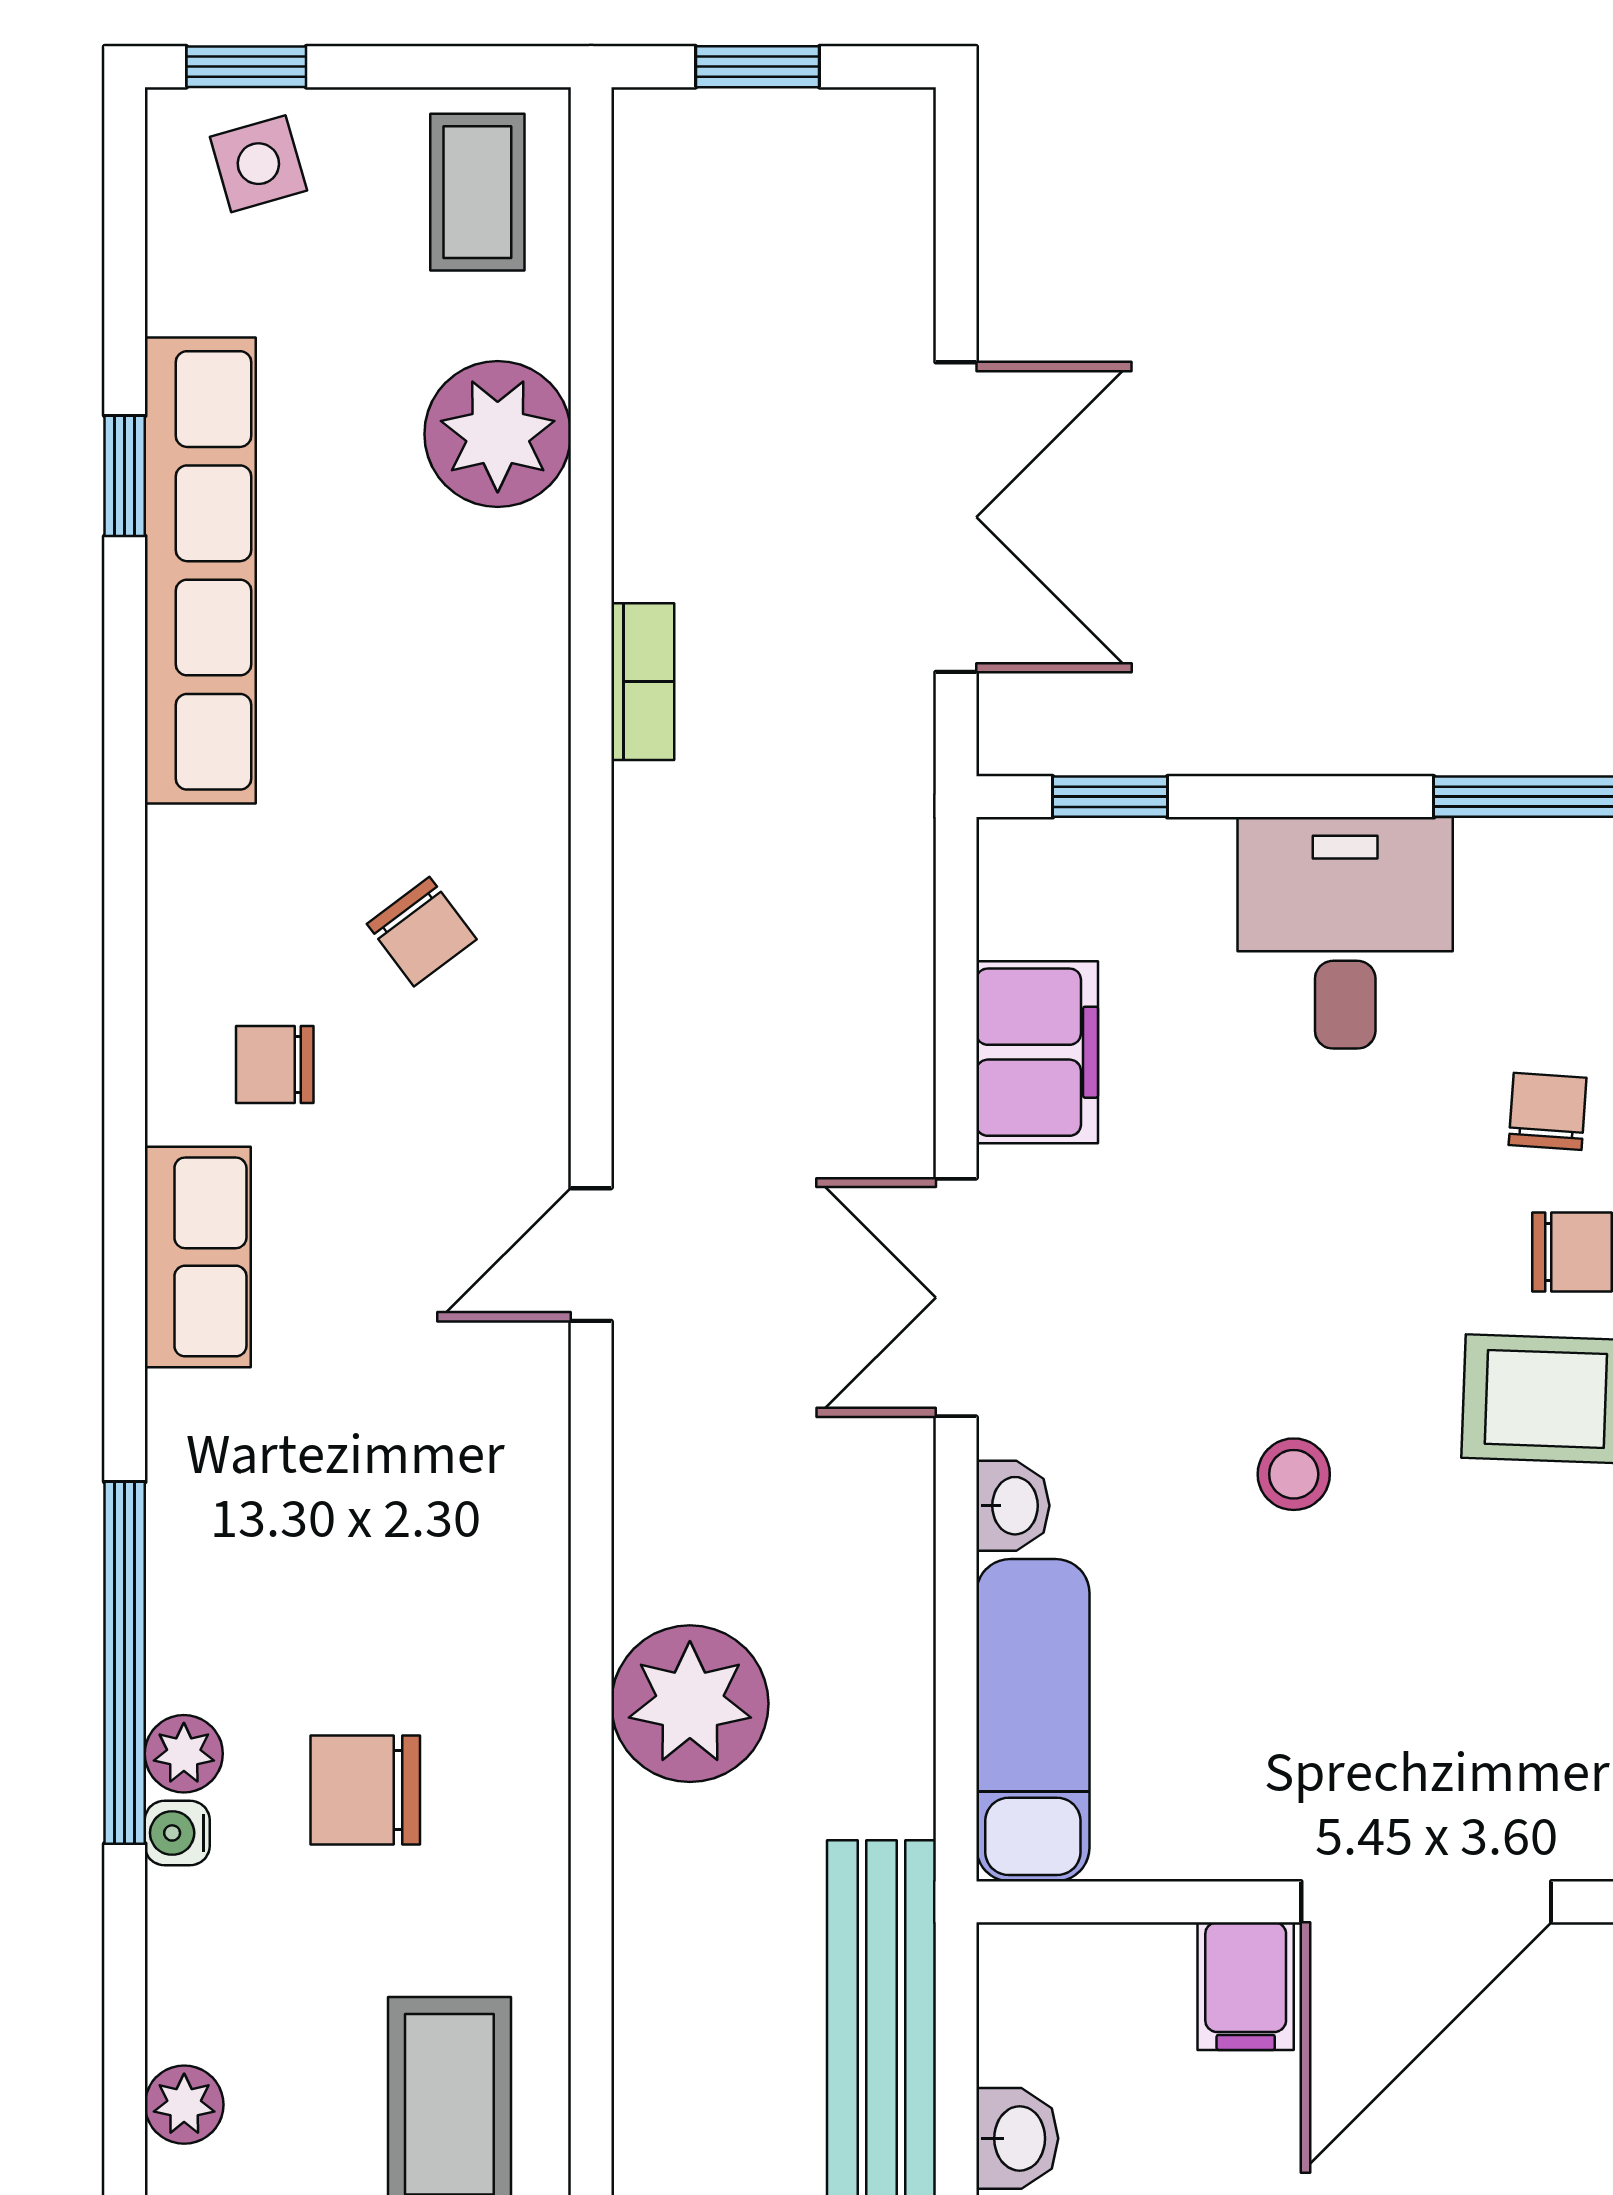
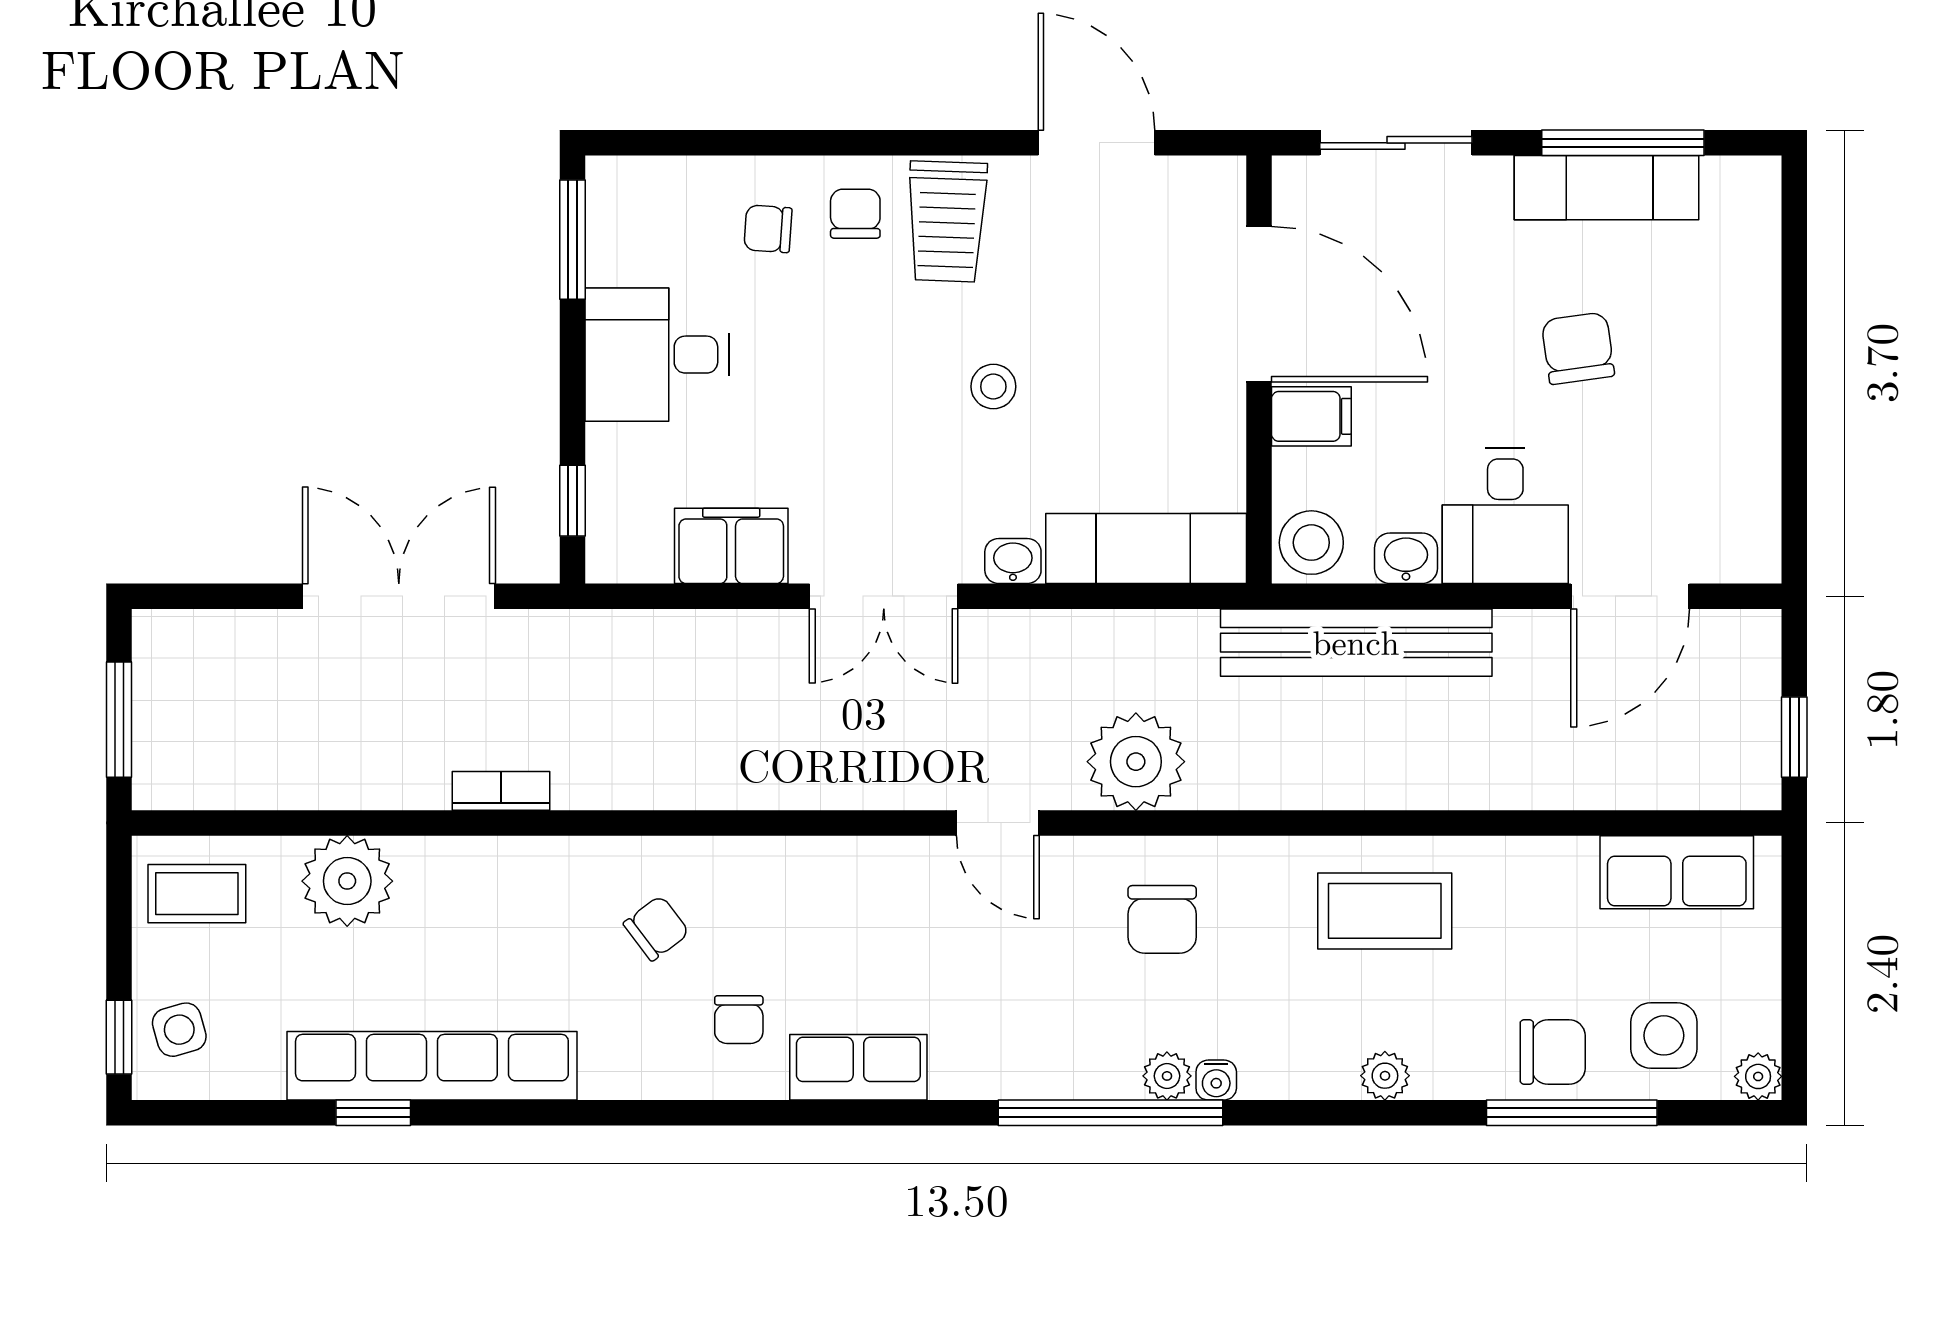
window: (757, 67) -> (119, 720), width x1.50
door: (591, 1255) -> (998, 823), moved
chair: (365, 1790) -> (1162, 919), moved
stool: (1043, 1986) -> (1311, 543), added

